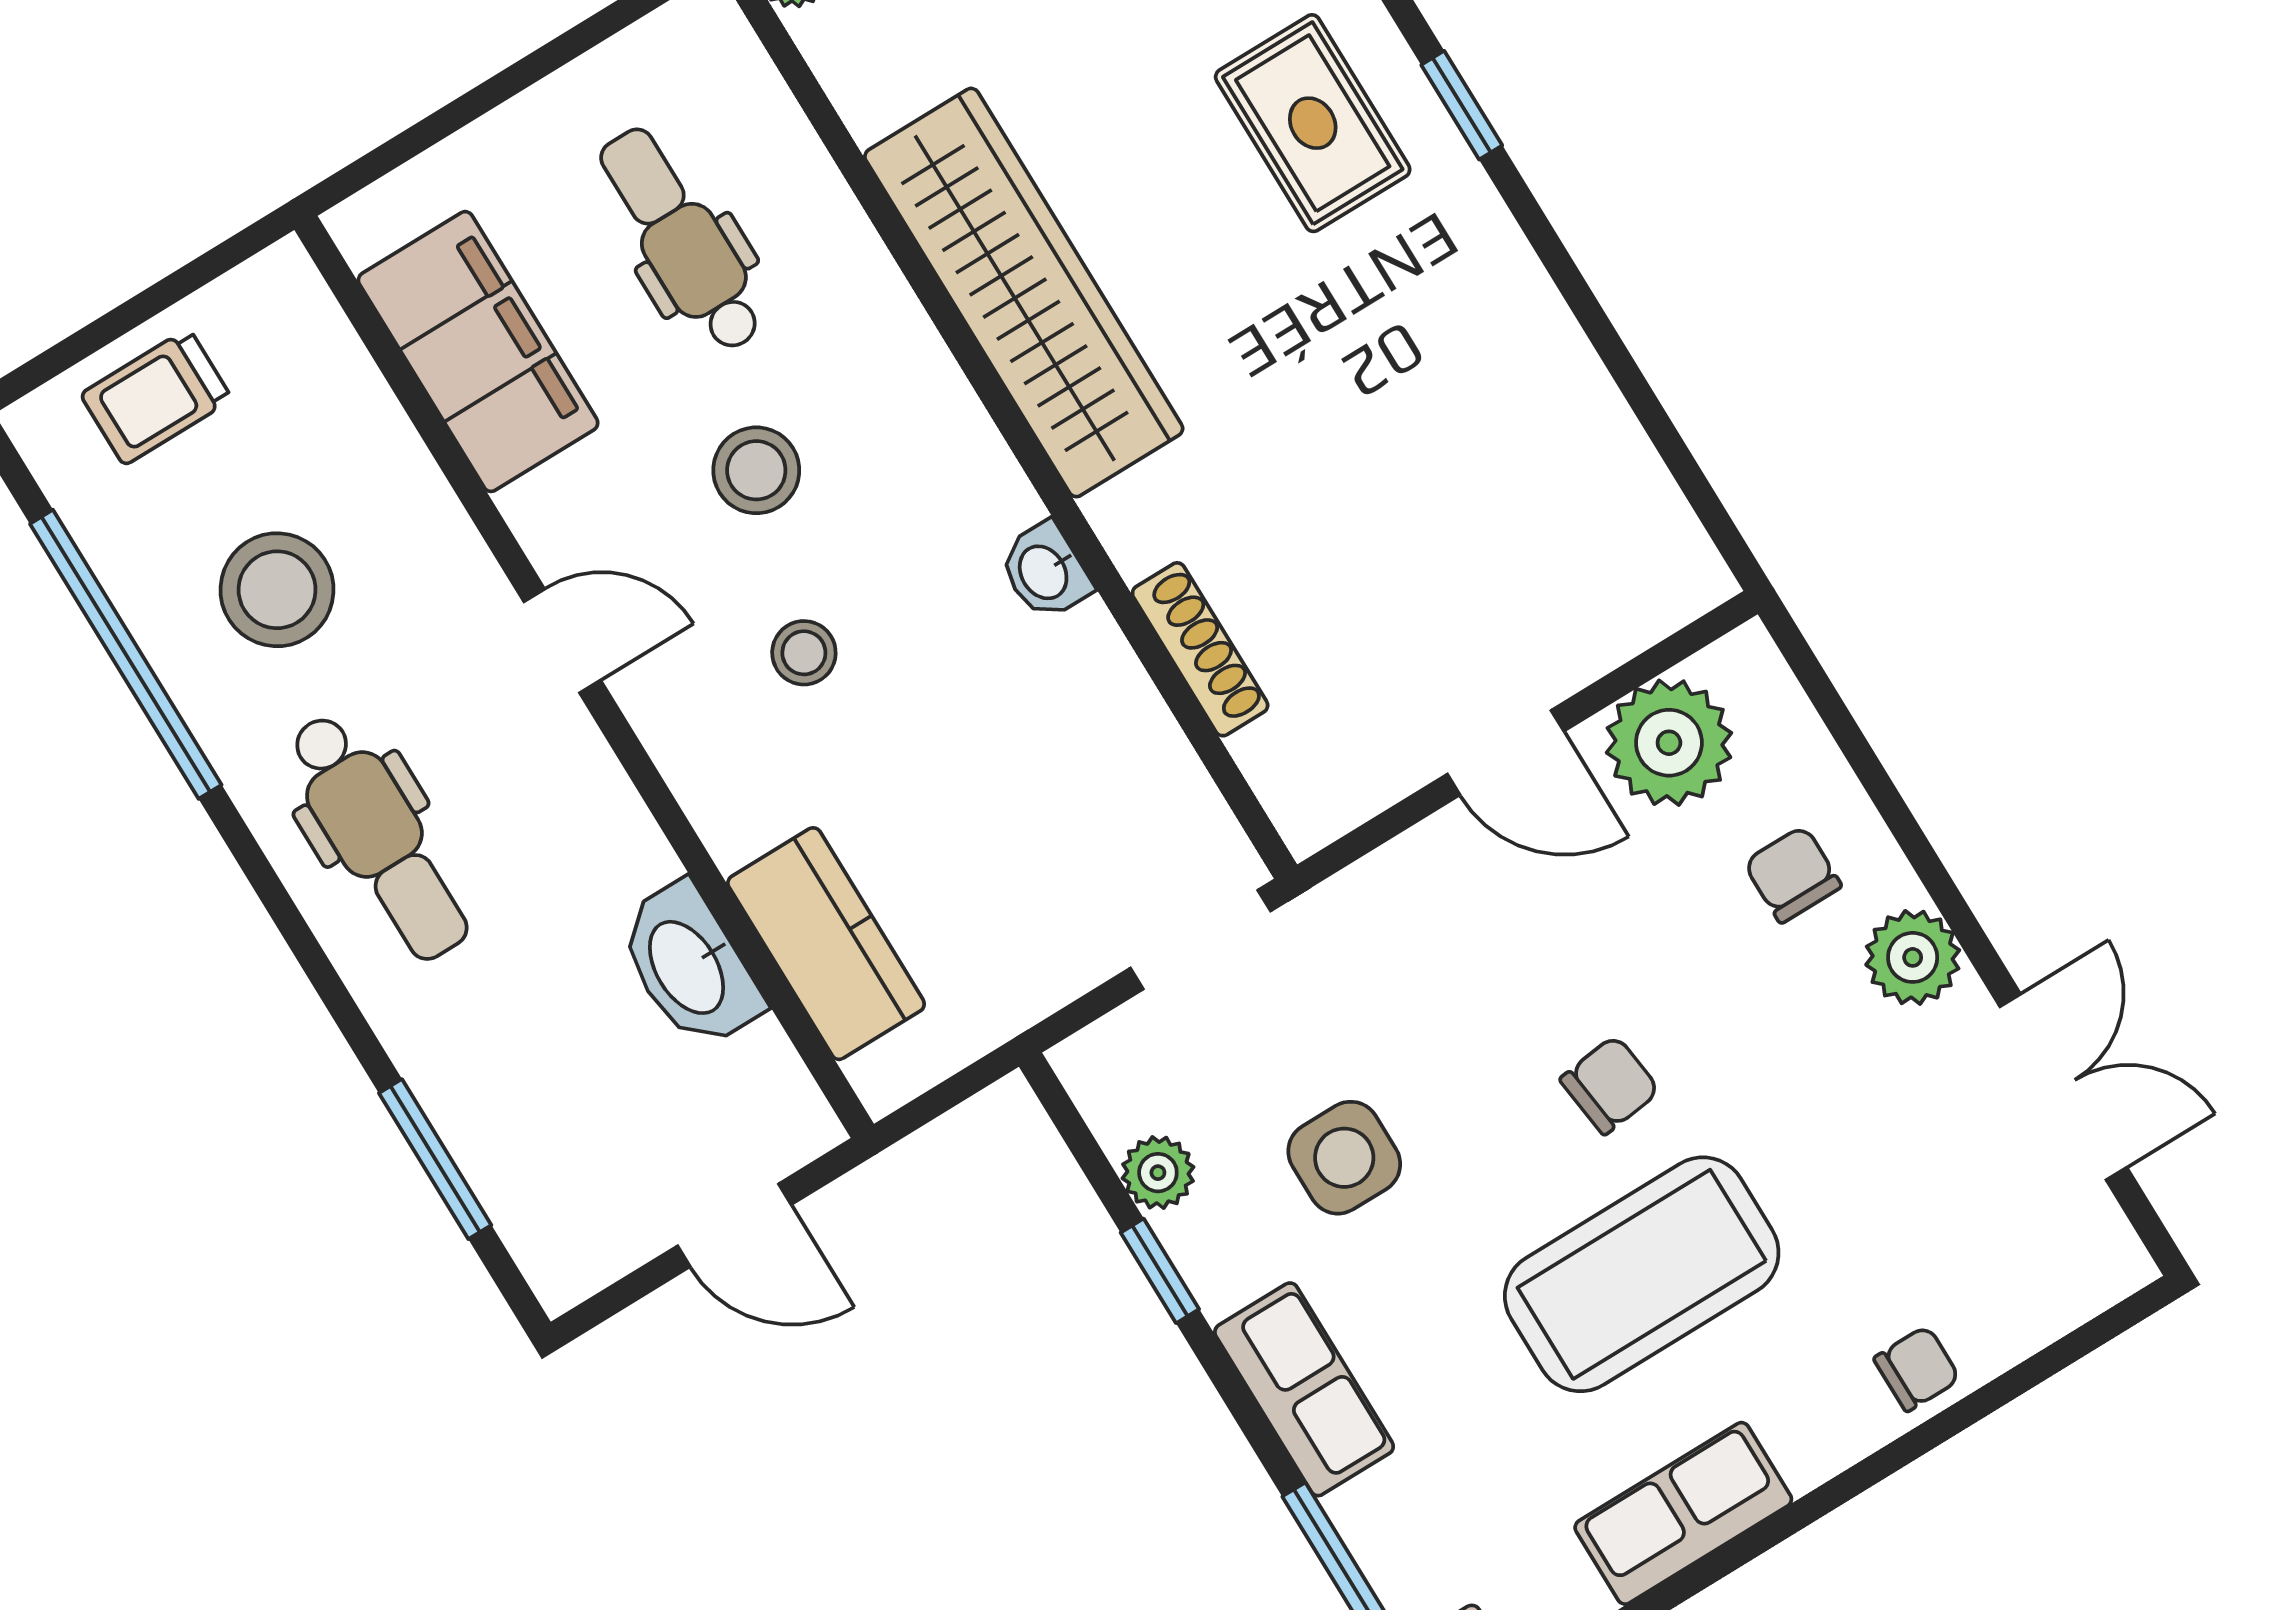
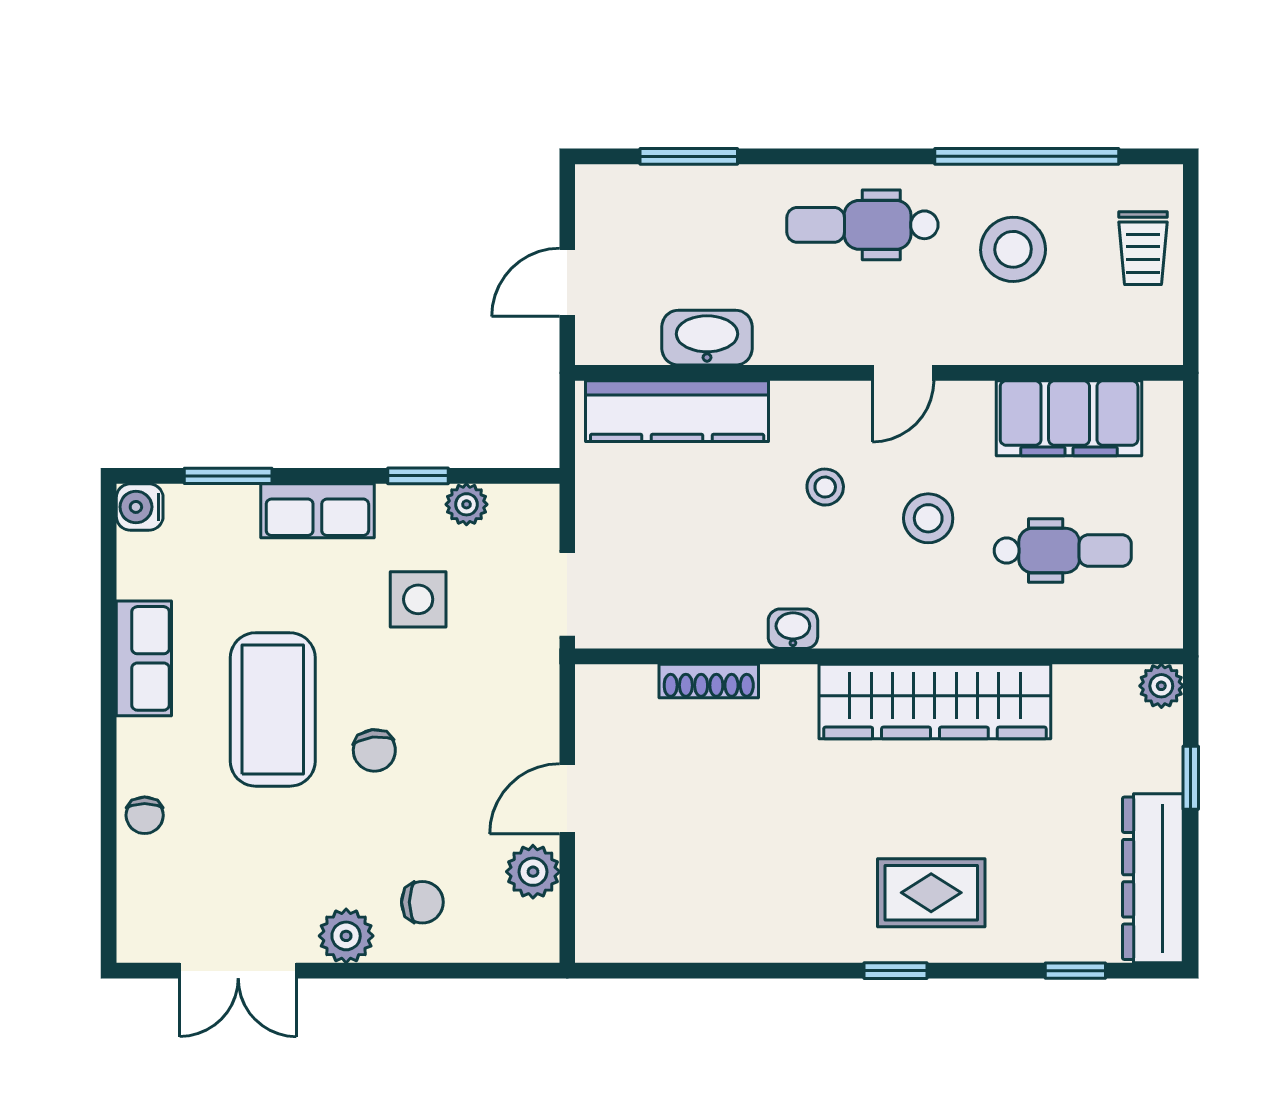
trolley: (156, 397) -> (1143, 248), turned 180
plant: (1669, 743) -> (533, 872), width x0.73, depth x0.73
kitchen counter: (826, 944) -> (677, 411), width x1.50

